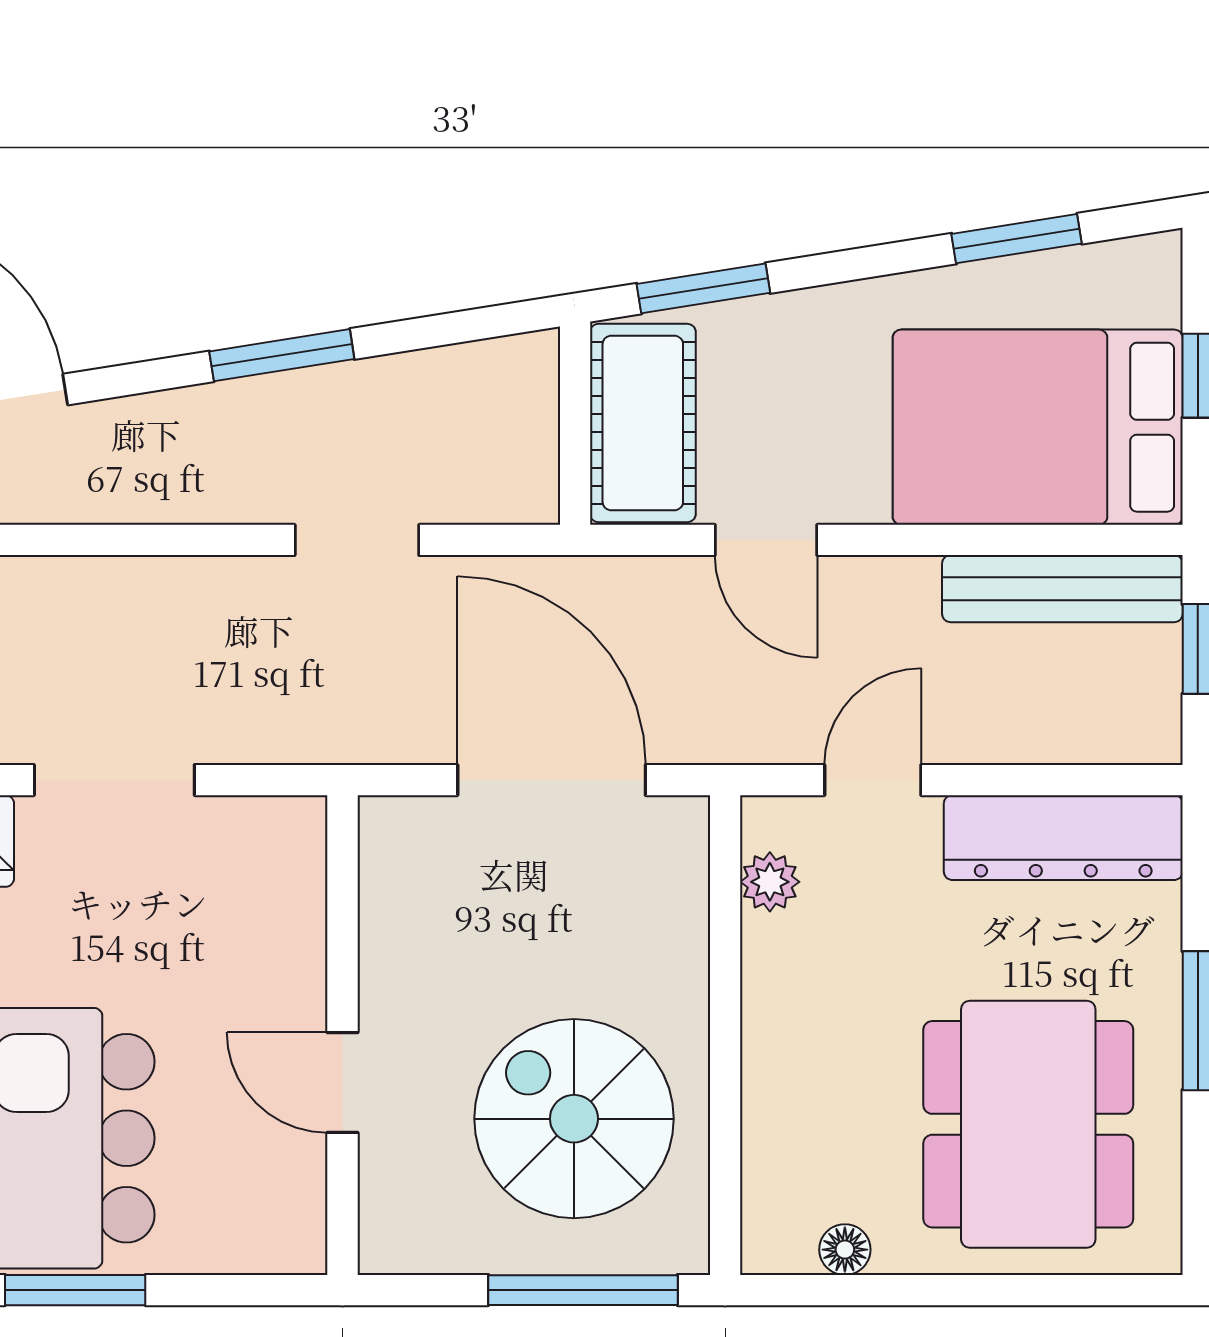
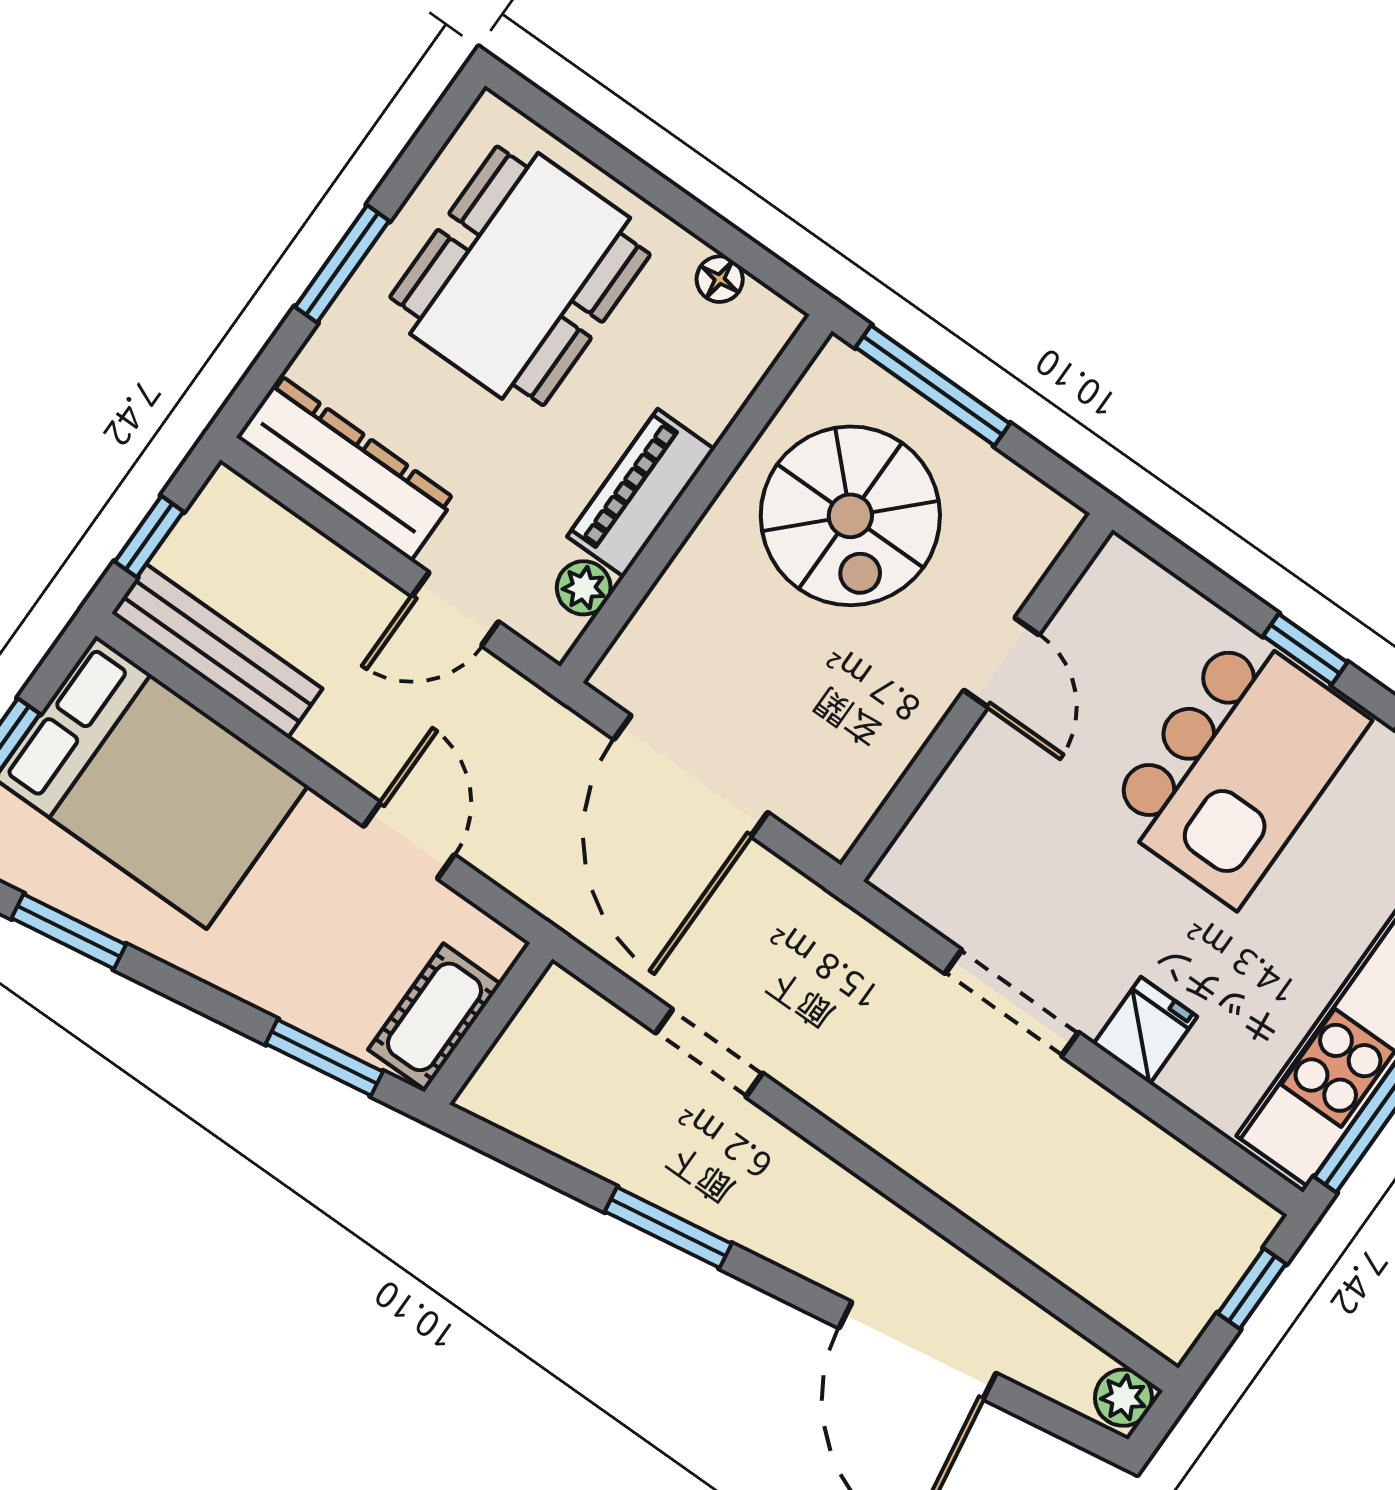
cot: (643, 423) -> (435, 1017), width x0.73, depth x0.75
piano: (779, 1005) -> (641, 493), added
window: (75, 1290) -> (1305, 649), width x0.67

